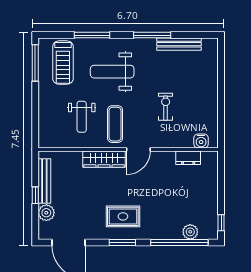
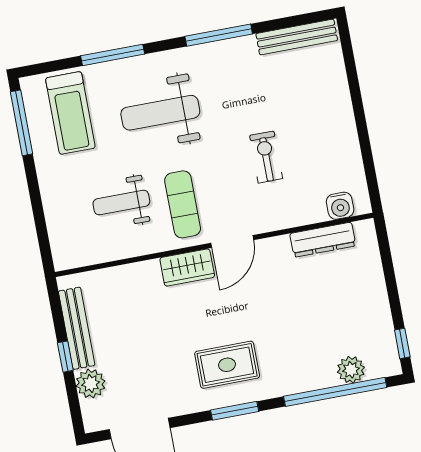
bench: (179, 44) -> (297, 37), moved
weight bench: (82, 117) -> (121, 203), turned 90
dresser: (188, 158) -> (323, 240), width x1.44
wardrobe: (104, 159) -> (187, 268), width x0.67

